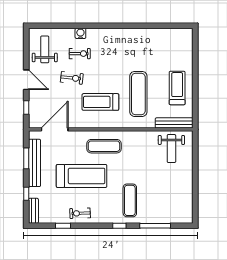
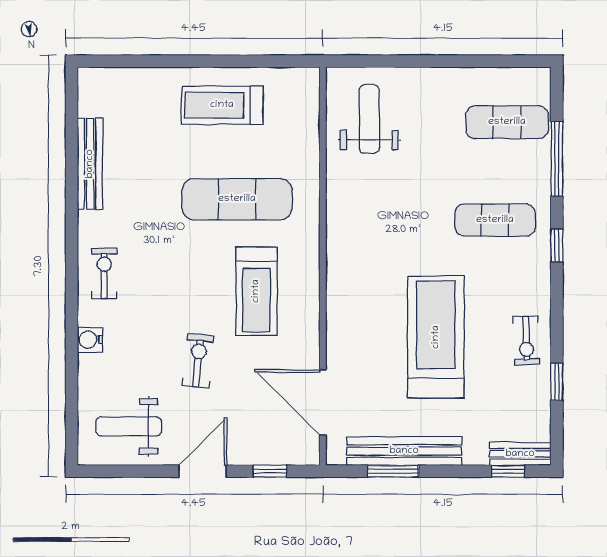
exercise bike: (80, 54) -> (104, 273), moved
bench: (174, 123) -> (90, 164), moved
exercise mat: (104, 146) -> (507, 122), moved, turned 90
weight bench: (171, 149) -> (369, 119), turned -90
window: (26, 194) -> (508, 471), moved

